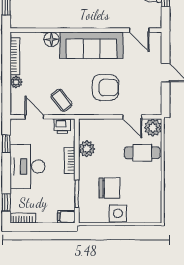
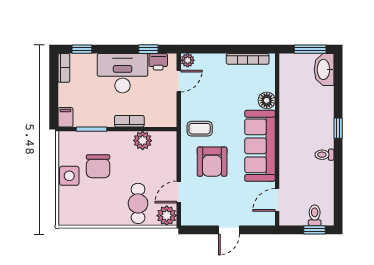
plant: (16, 82) -> (188, 60), moved
coffee table: (61, 100) -> (200, 129), moved, turned 38
printer: (62, 126) -> (158, 62), moved, turned -90

